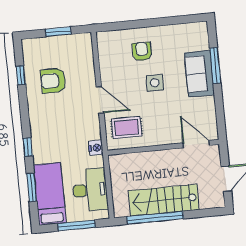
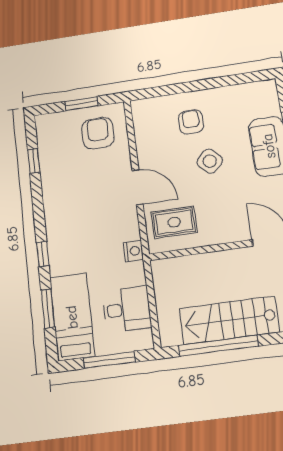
armchair: (53, 81) -> (98, 133), moved, turned 90
side table: (155, 83) -> (210, 161), turned 45
desk: (90, 190) -> (127, 309), width x0.73

